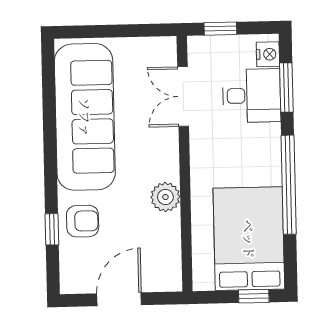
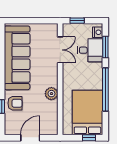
double door: (183, 97) -> (60, 50), swing flipped

